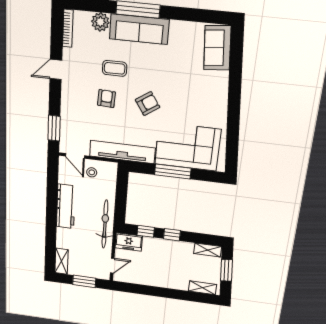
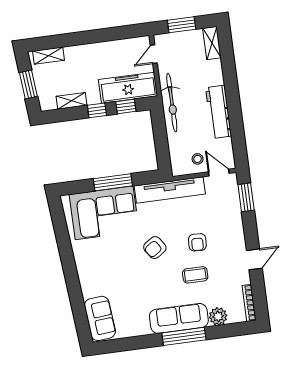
freezer: (129, 242) -> (128, 88), width x1.91, depth x1.26
shelving: (208, 250) -> (71, 101), moved

